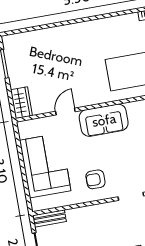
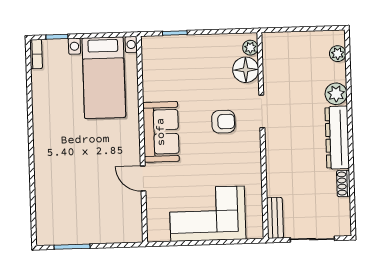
wardrobe: (21, 103) -> (124, 232), removed
armchair: (95, 179) -> (223, 122), moved, turned -90

